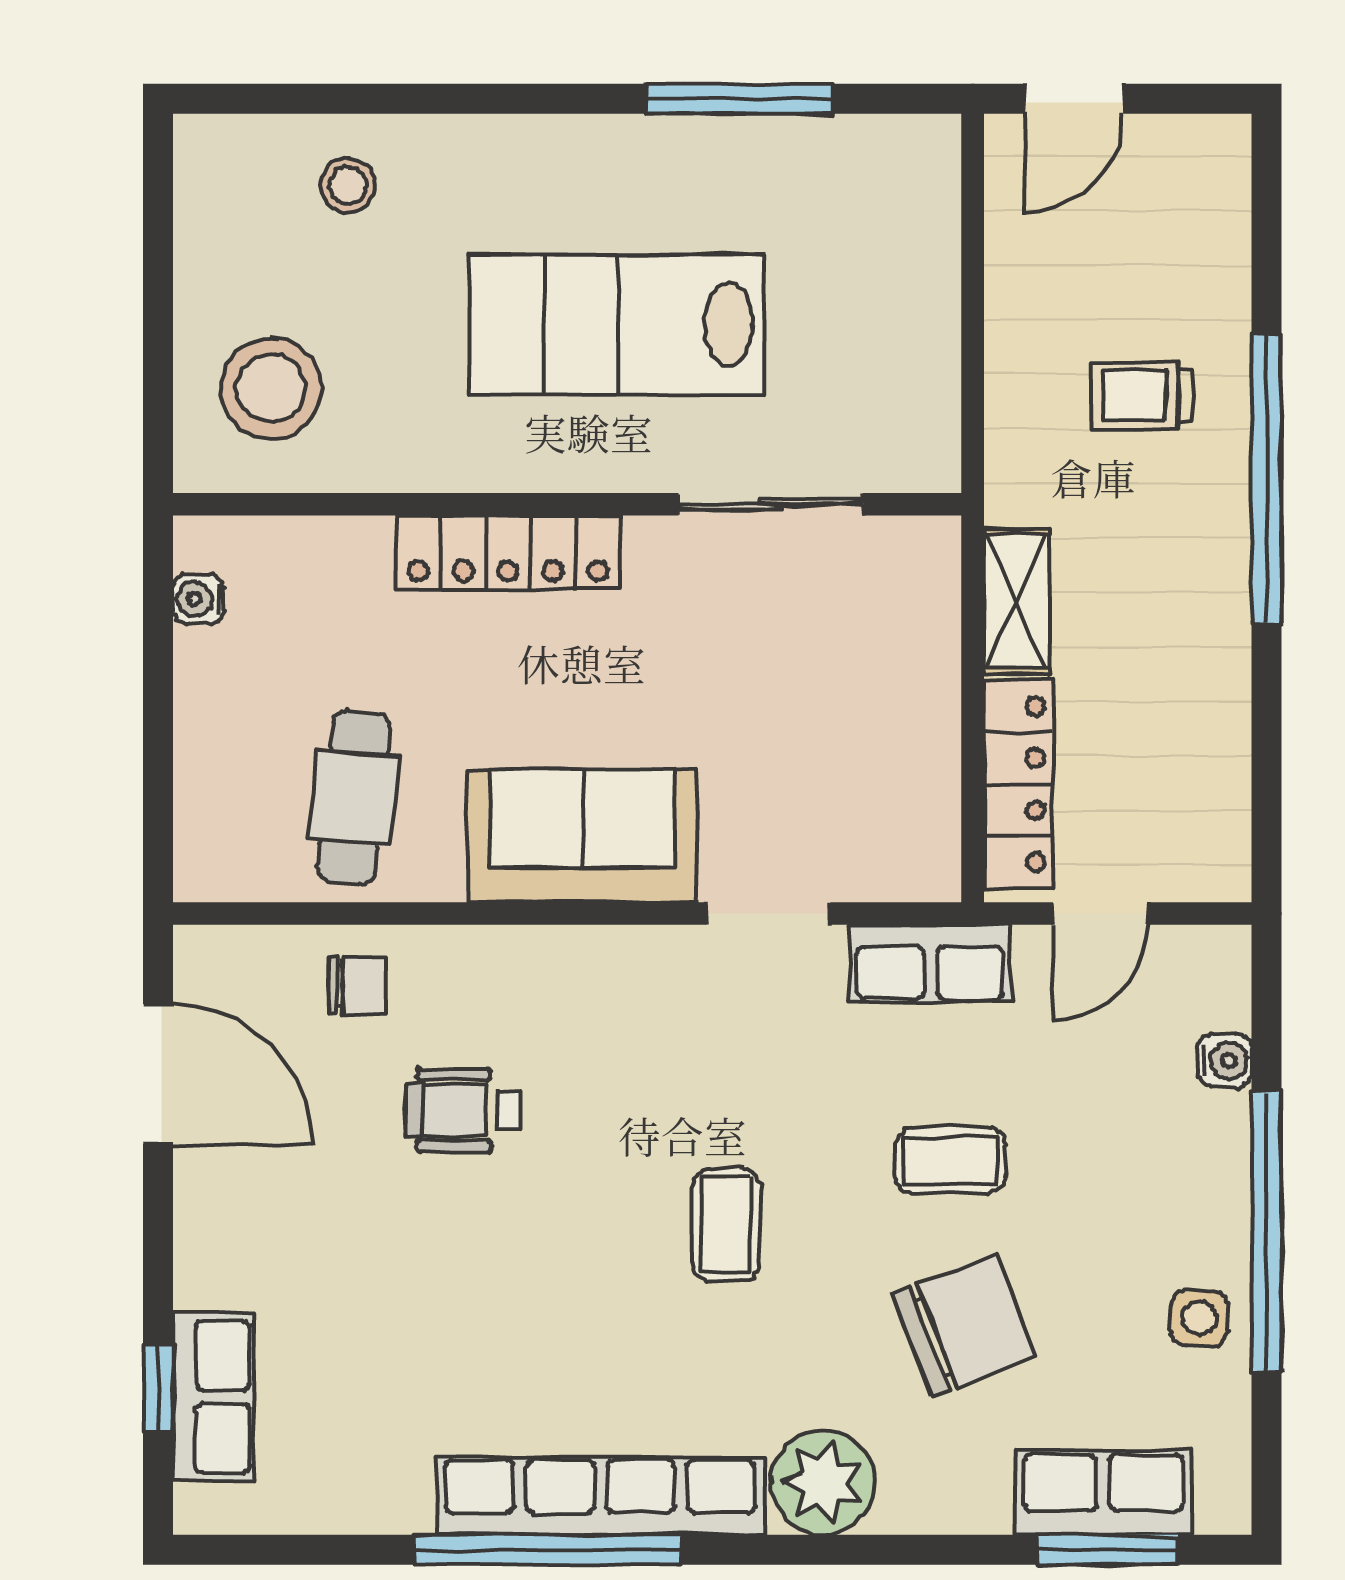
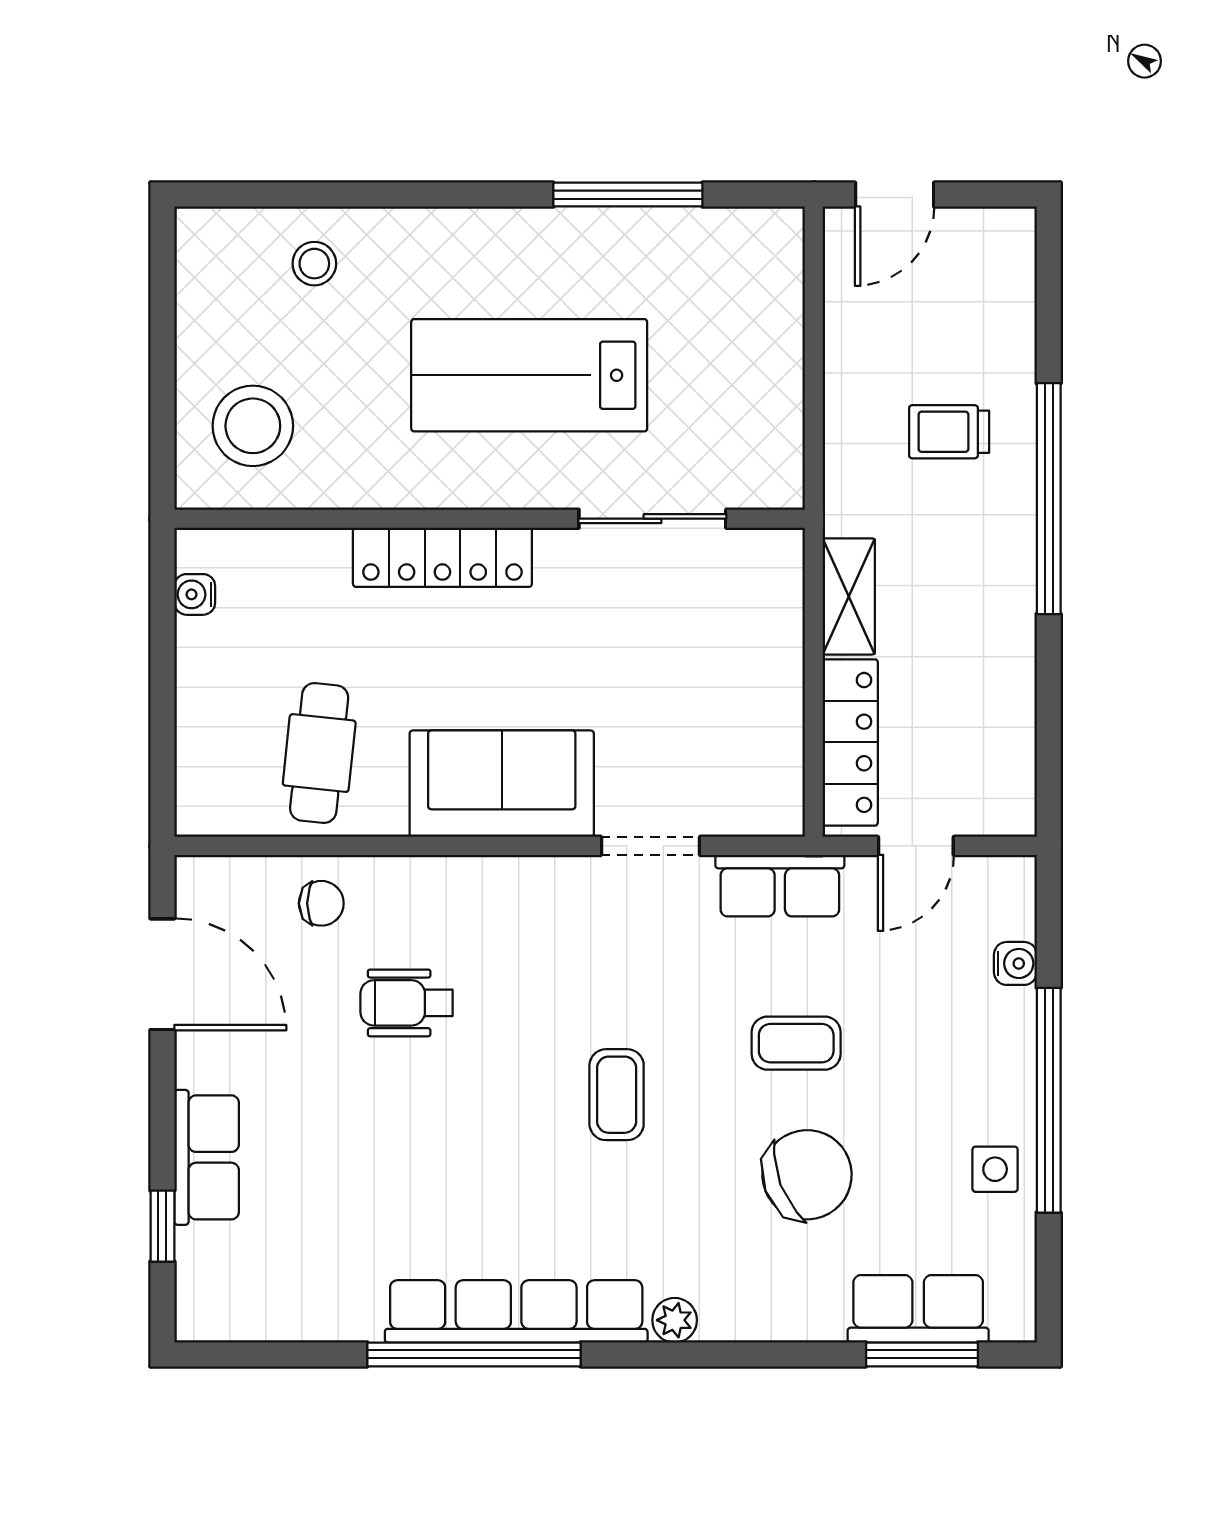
row of seats: (213, 1397) -> (207, 1157), moved
plant: (823, 1483) -> (675, 1320), width x0.53, depth x0.53

